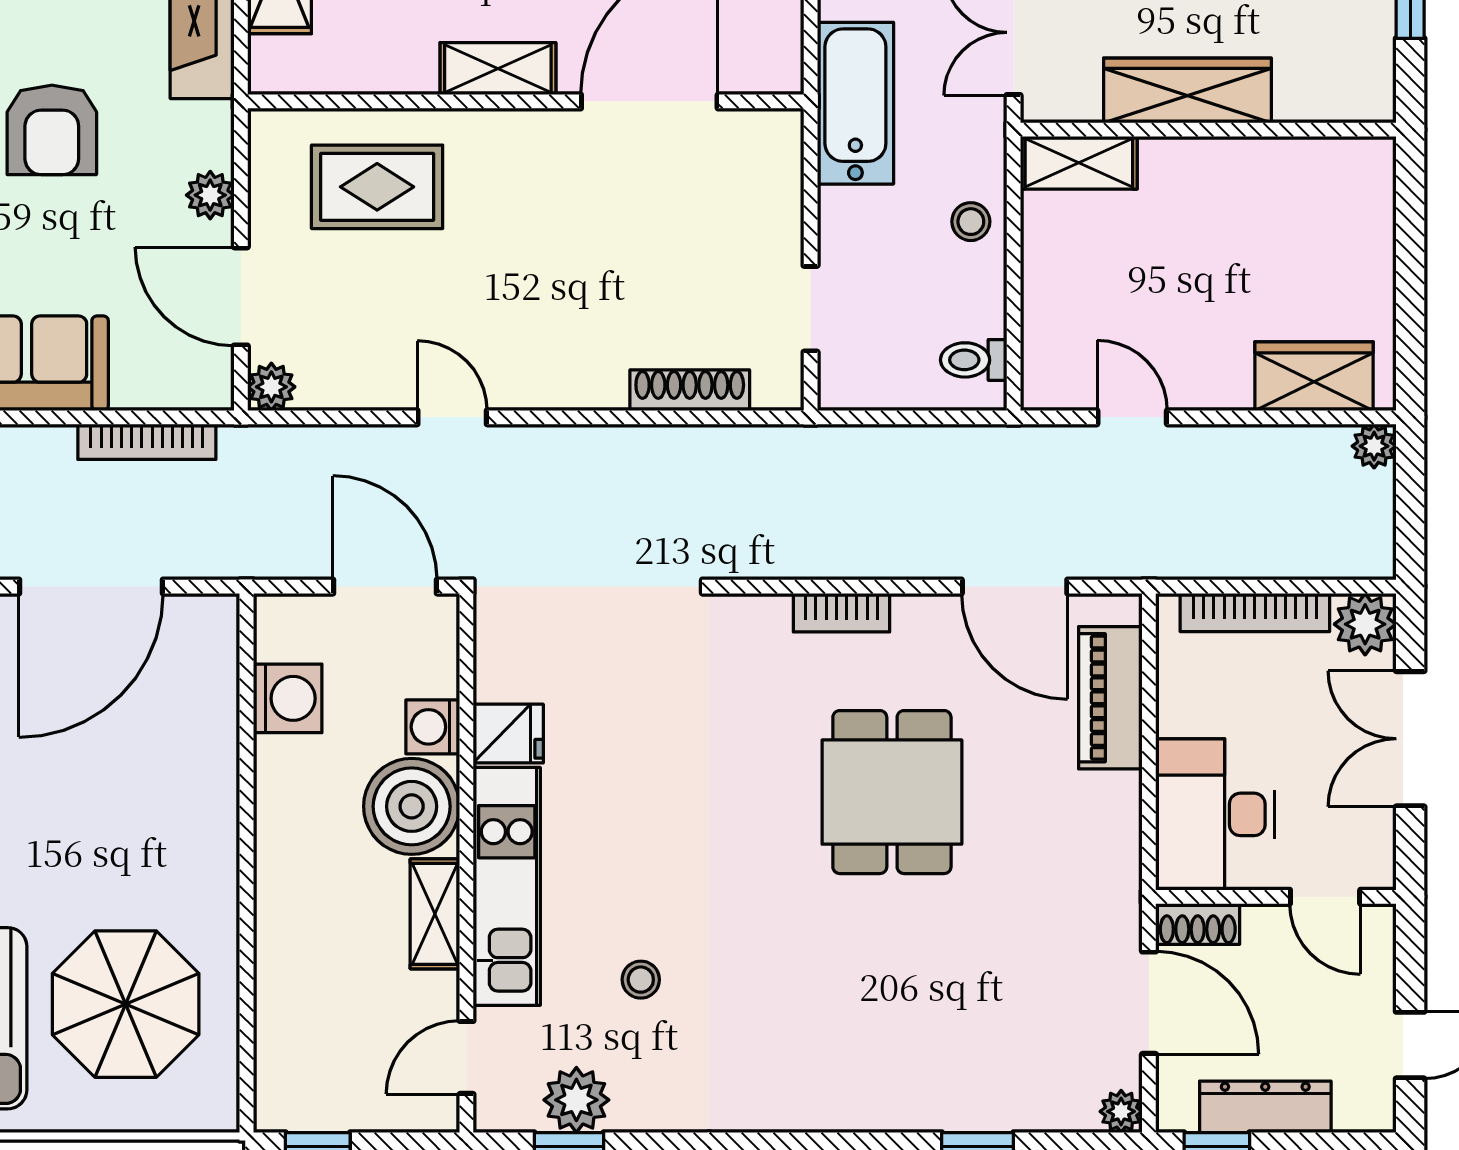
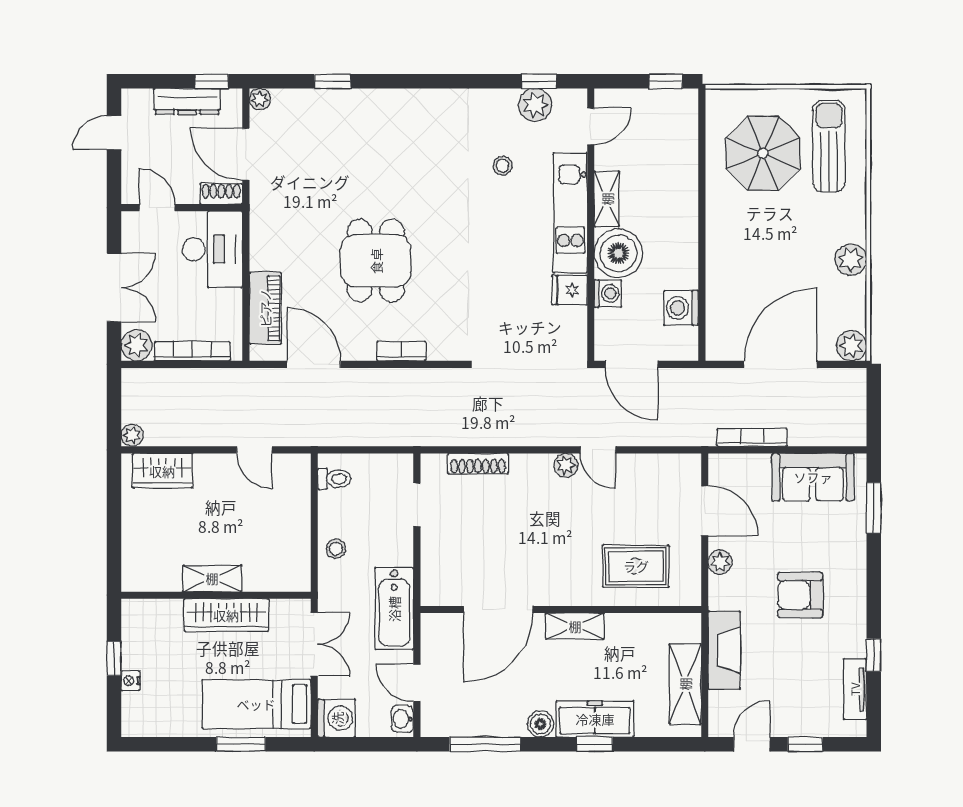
armchair: (52, 130) -> (800, 595), turned -90
shelving: (1079, 163) -> (212, 578), moved
plant: (271, 387) -> (566, 465), moved

